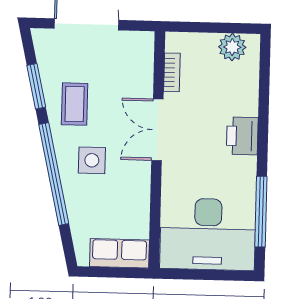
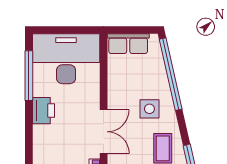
printer: (242, 136) -> (43, 111), moved
window: (54, 174) -> (171, 74), moved

